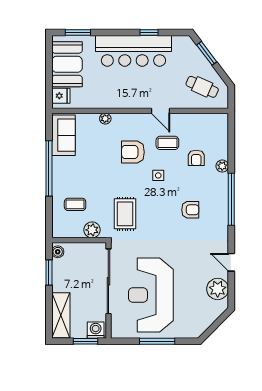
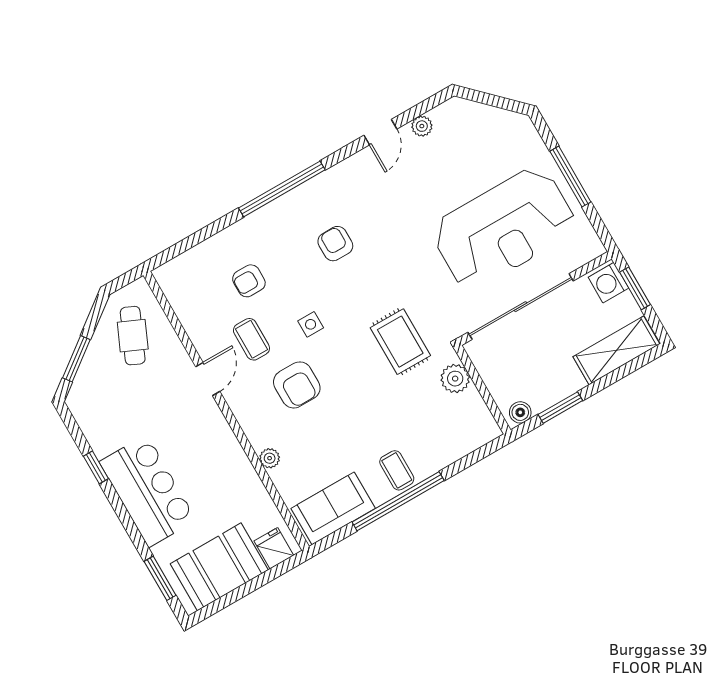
bar counter: (133, 51) -> (148, 491), width x0.73
armchair: (196, 158) -> (249, 281), turned 180
plant: (222, 166) -> (238, 233), removed
coffee table: (75, 204) -> (397, 470), moved
rug: (125, 214) -> (400, 342), turned 90
plant: (218, 289) -> (422, 126), width x0.53, depth x0.53

